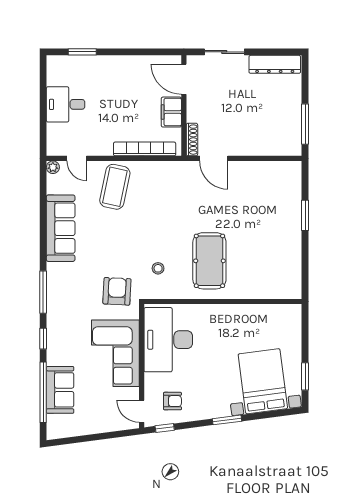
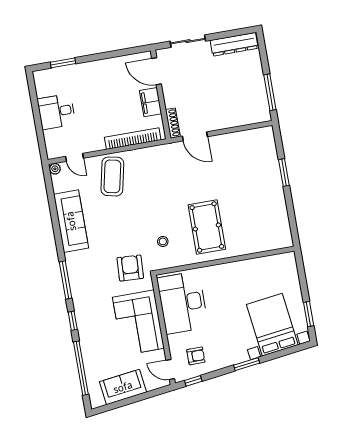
sofa: (60, 390) -> (123, 387), moved, turned -97

